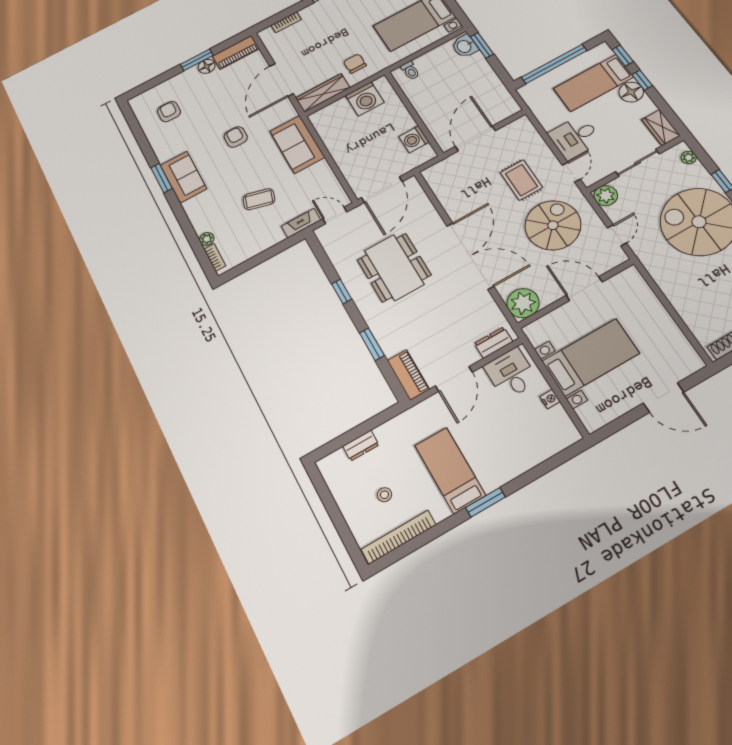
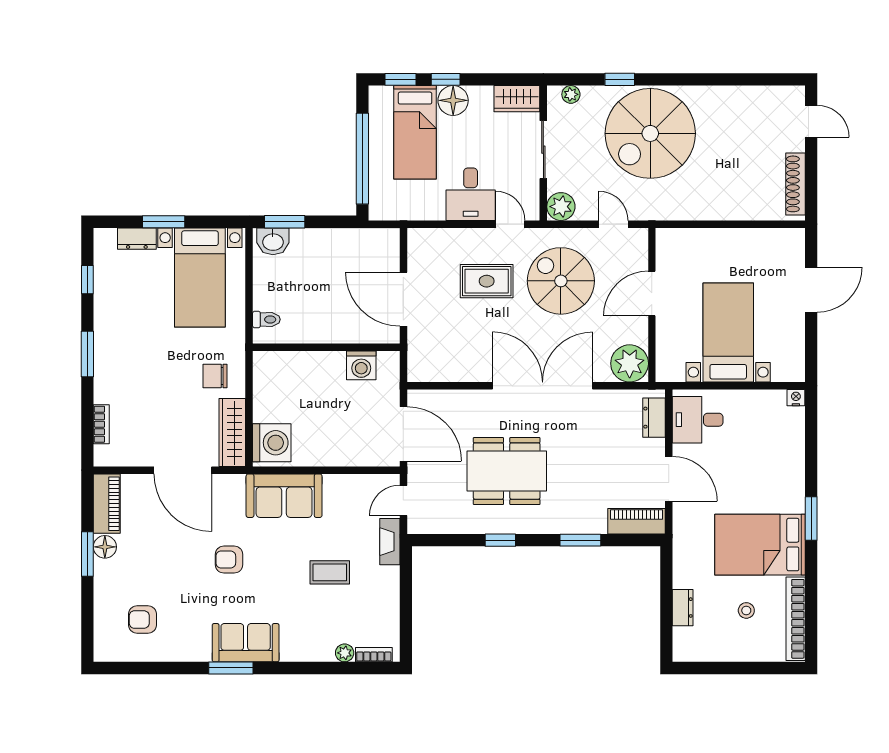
washing machine: (365, 99) -> (272, 443), moved
coffee table: (259, 199) -> (330, 572), turned 74
nightstand: (550, 399) -> (796, 398), moved
bed: (450, 470) -> (760, 545), width x1.50

